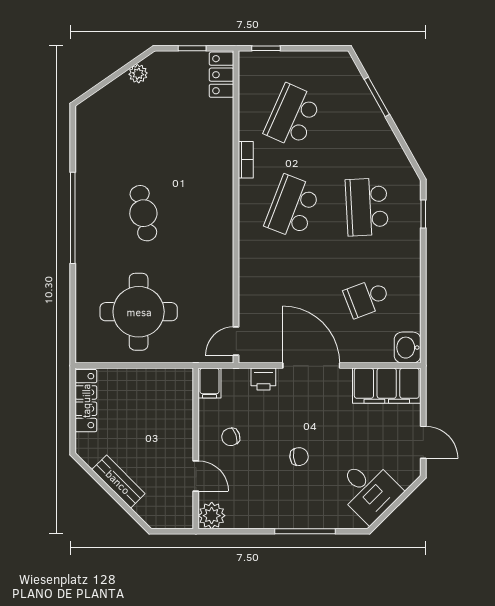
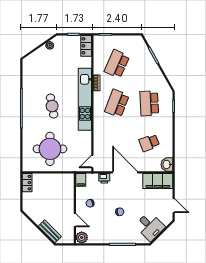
kitchen unit: (219, 197) -> (85, 99), added
locker: (86, 401) -> (27, 183), width x0.66
bench: (118, 482) -> (50, 231), moved

